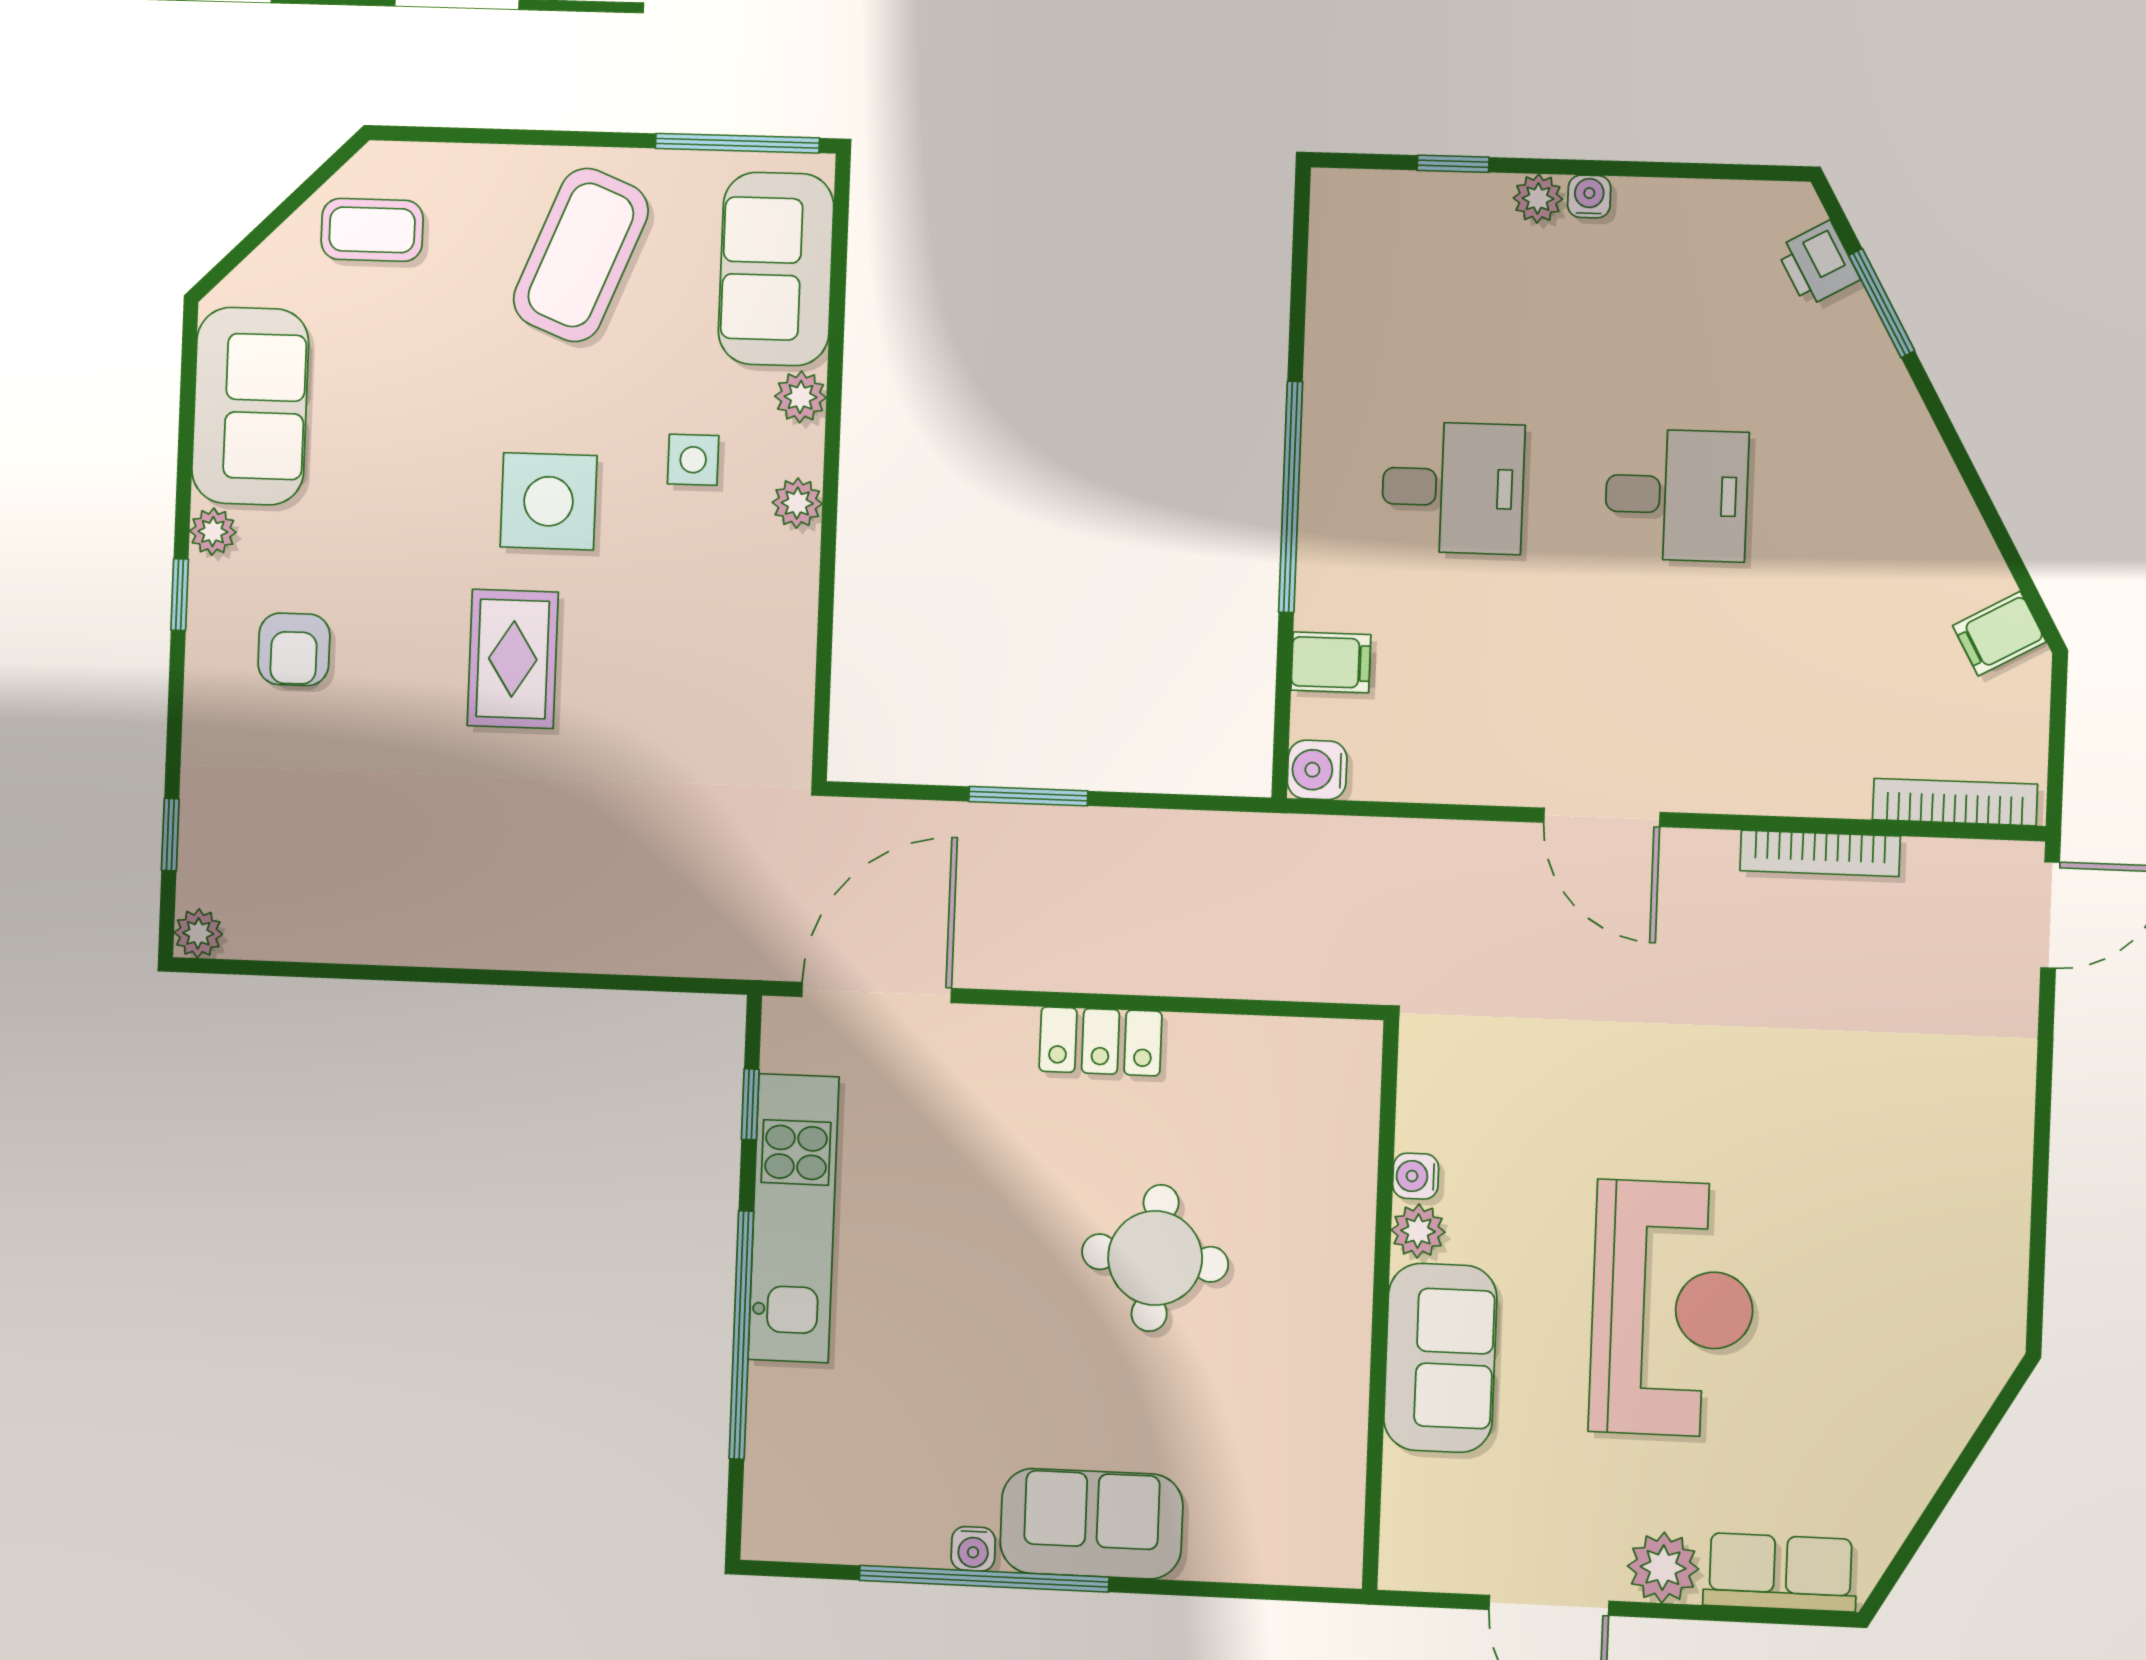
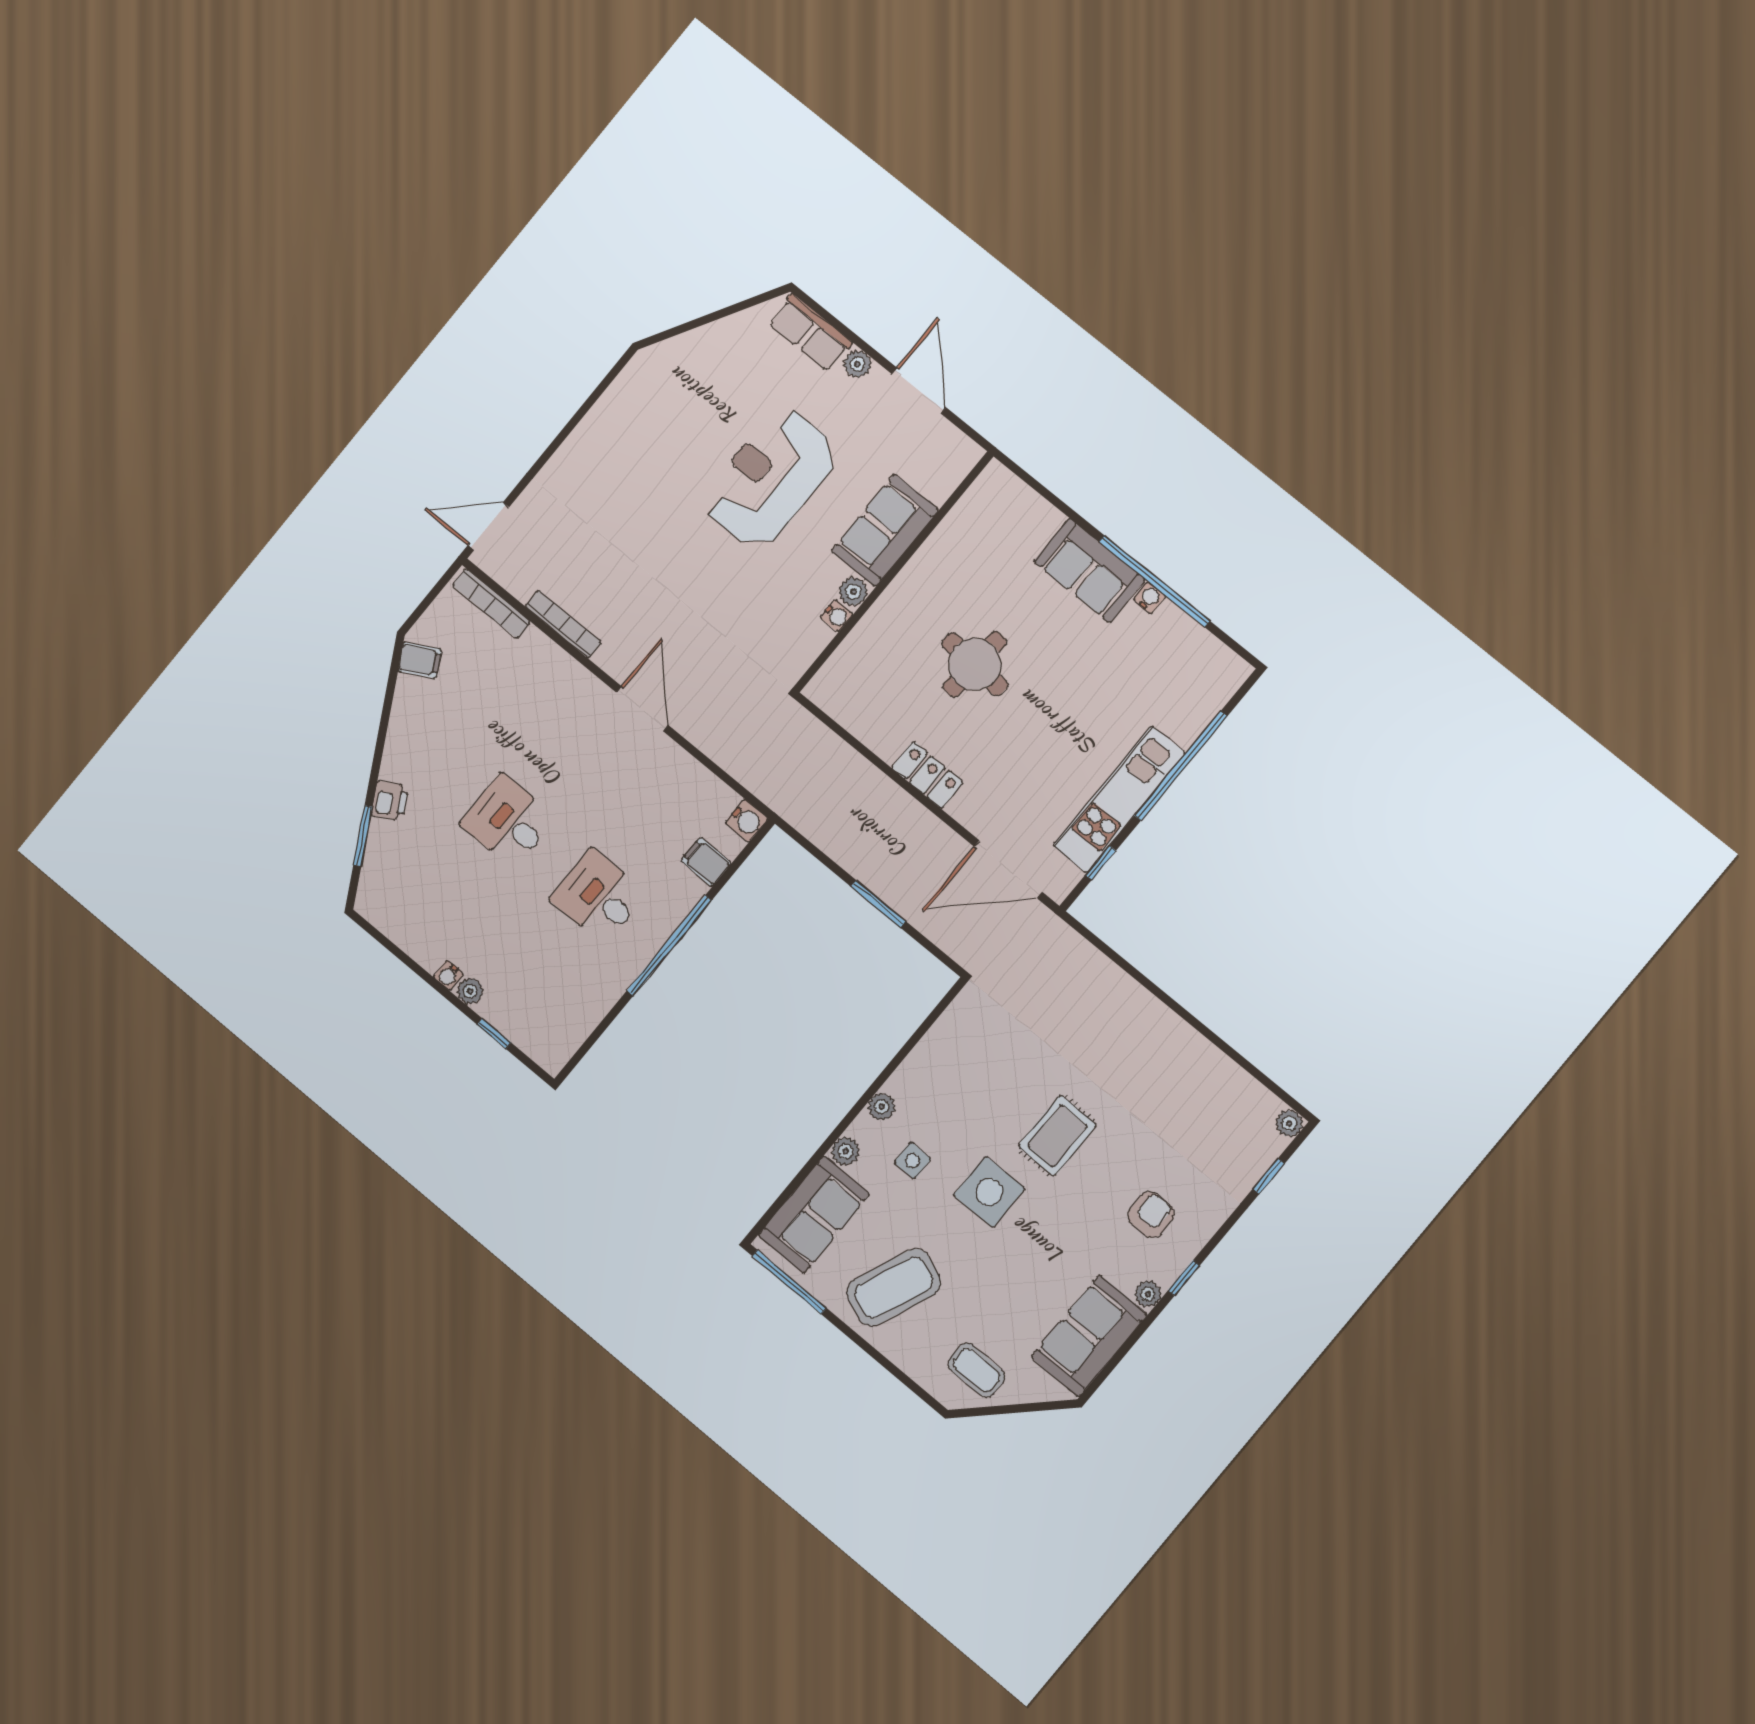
printer: (1818, 264) -> (390, 801), moved
plant: (1663, 1568) -> (857, 364), width x0.73, depth x0.73

